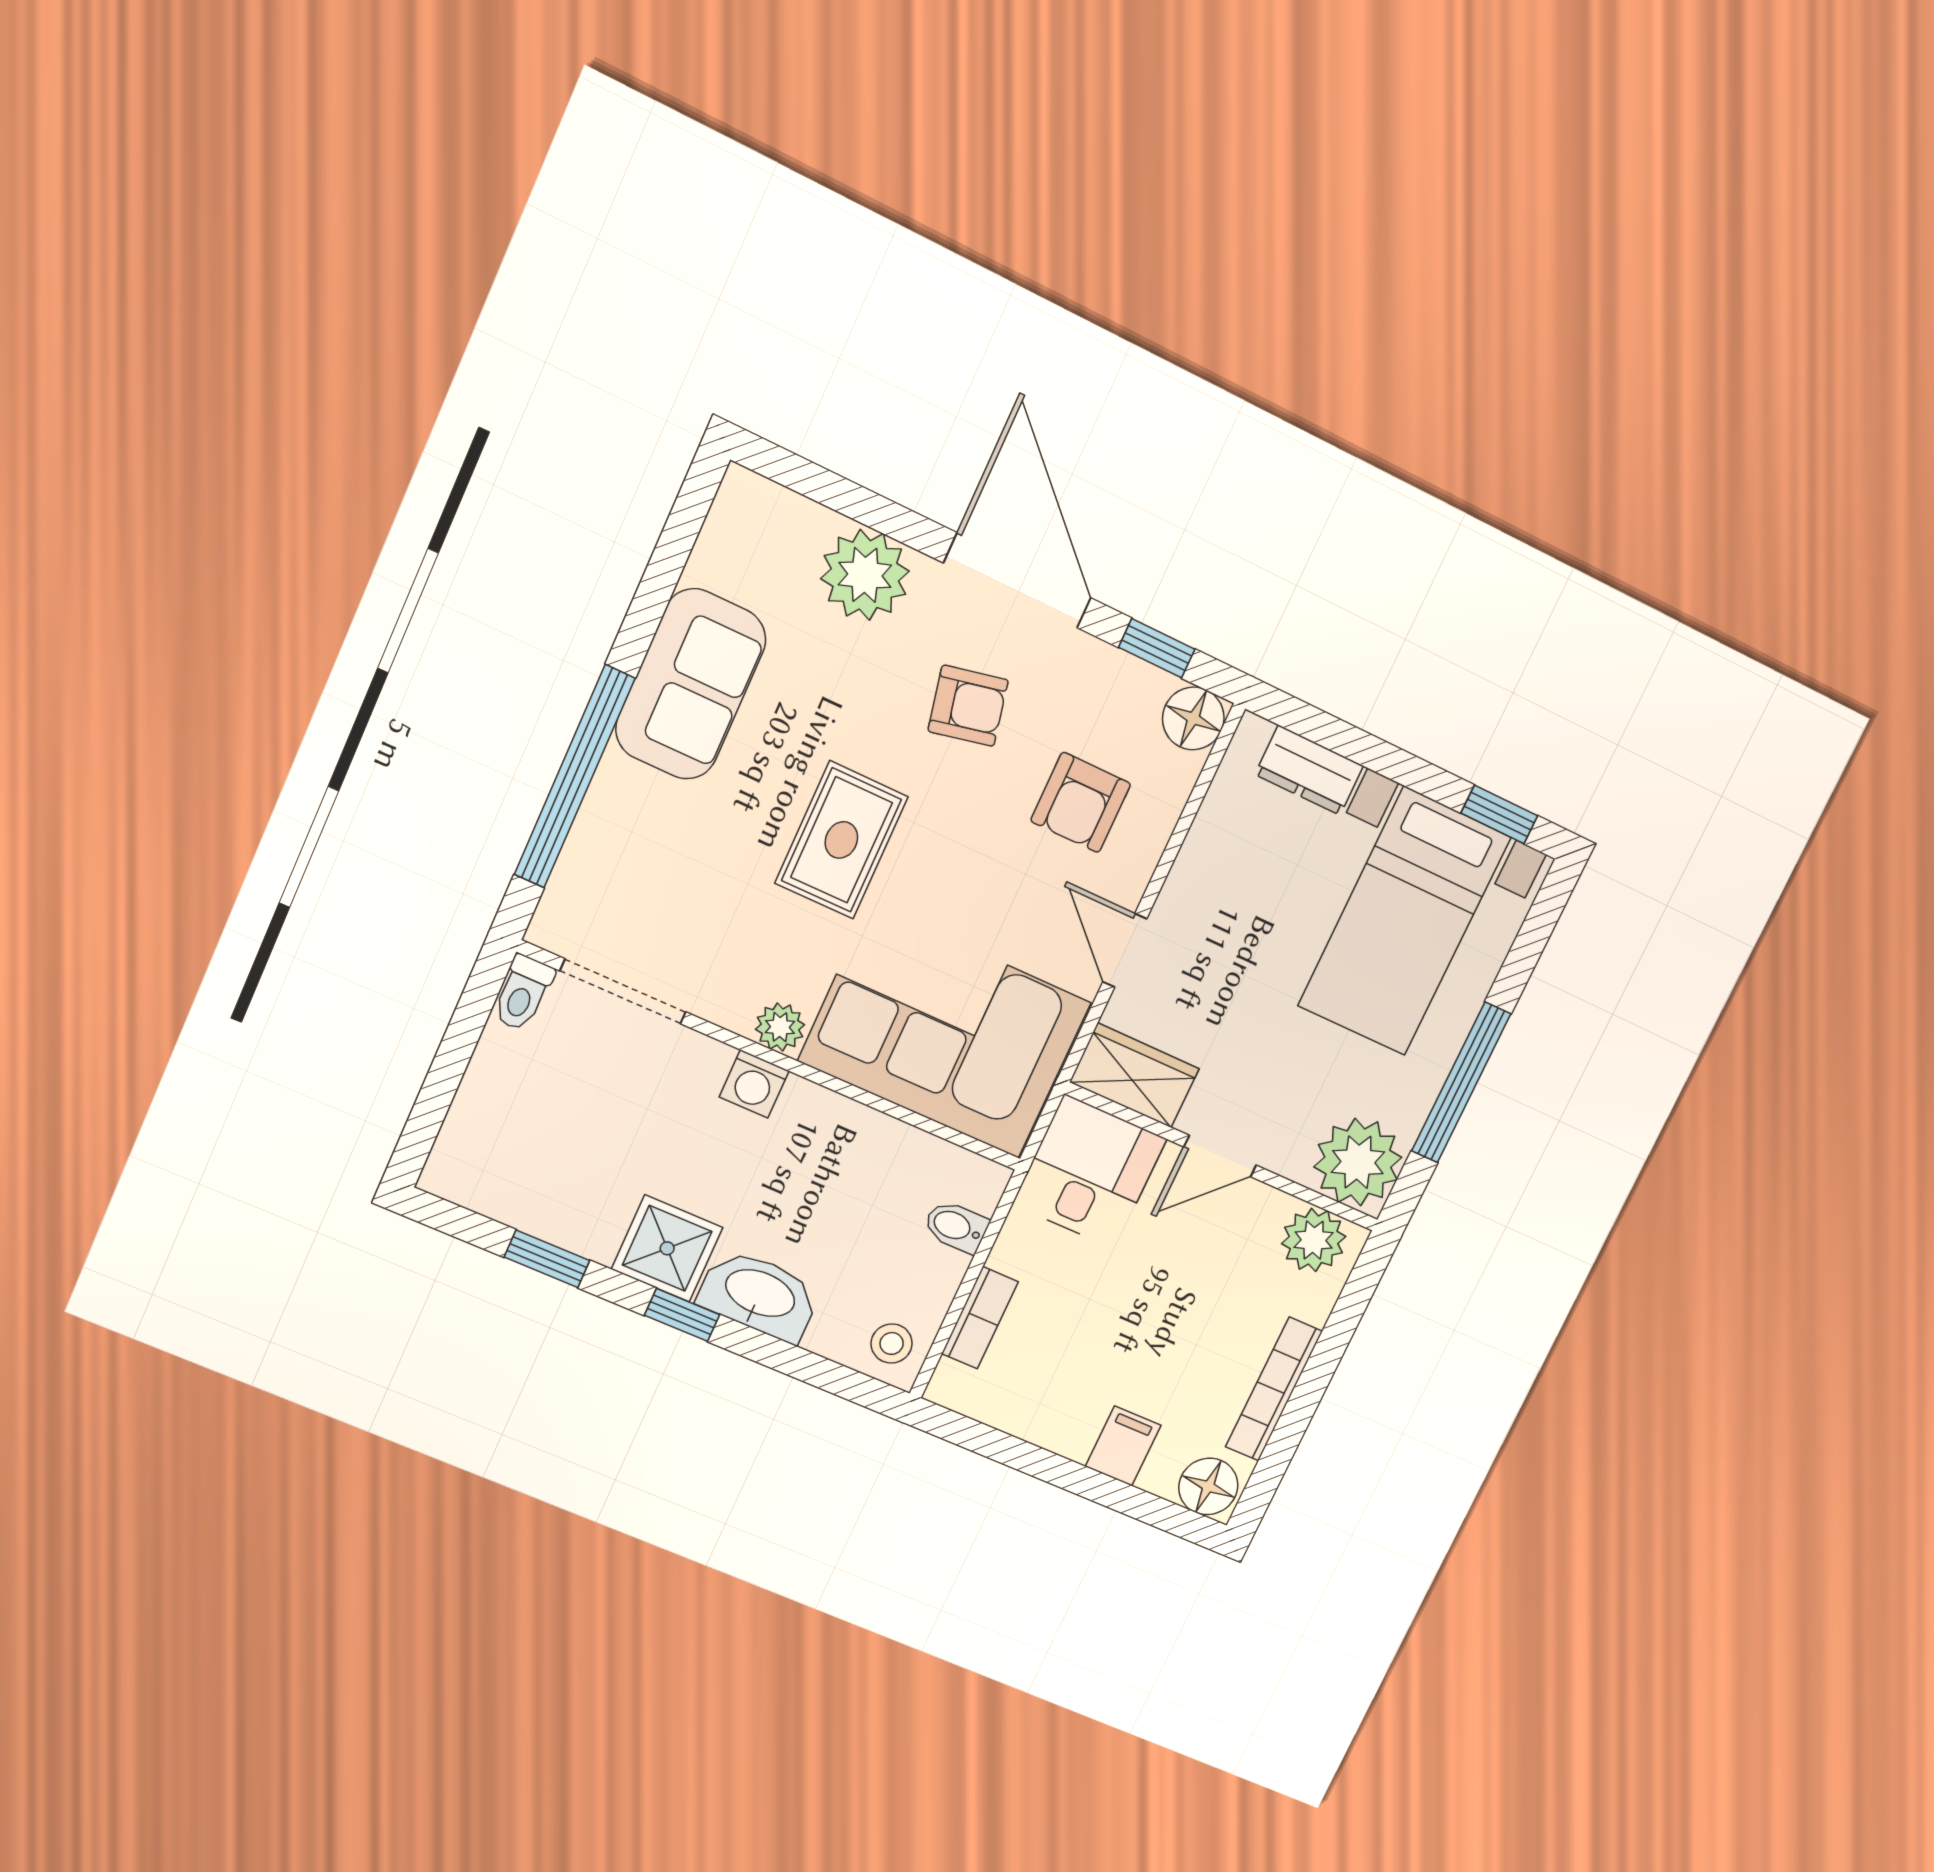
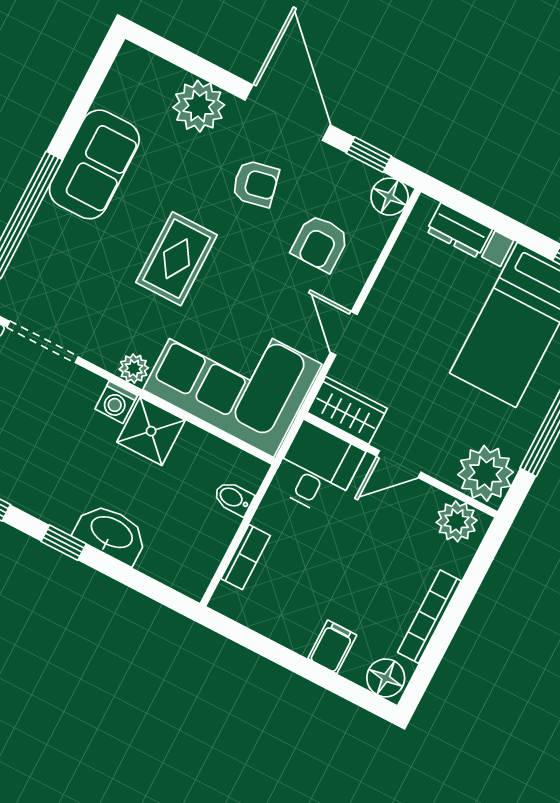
shower: (667, 1248) -> (151, 431), moved
stool: (892, 1343) -> (190, 570), removed

